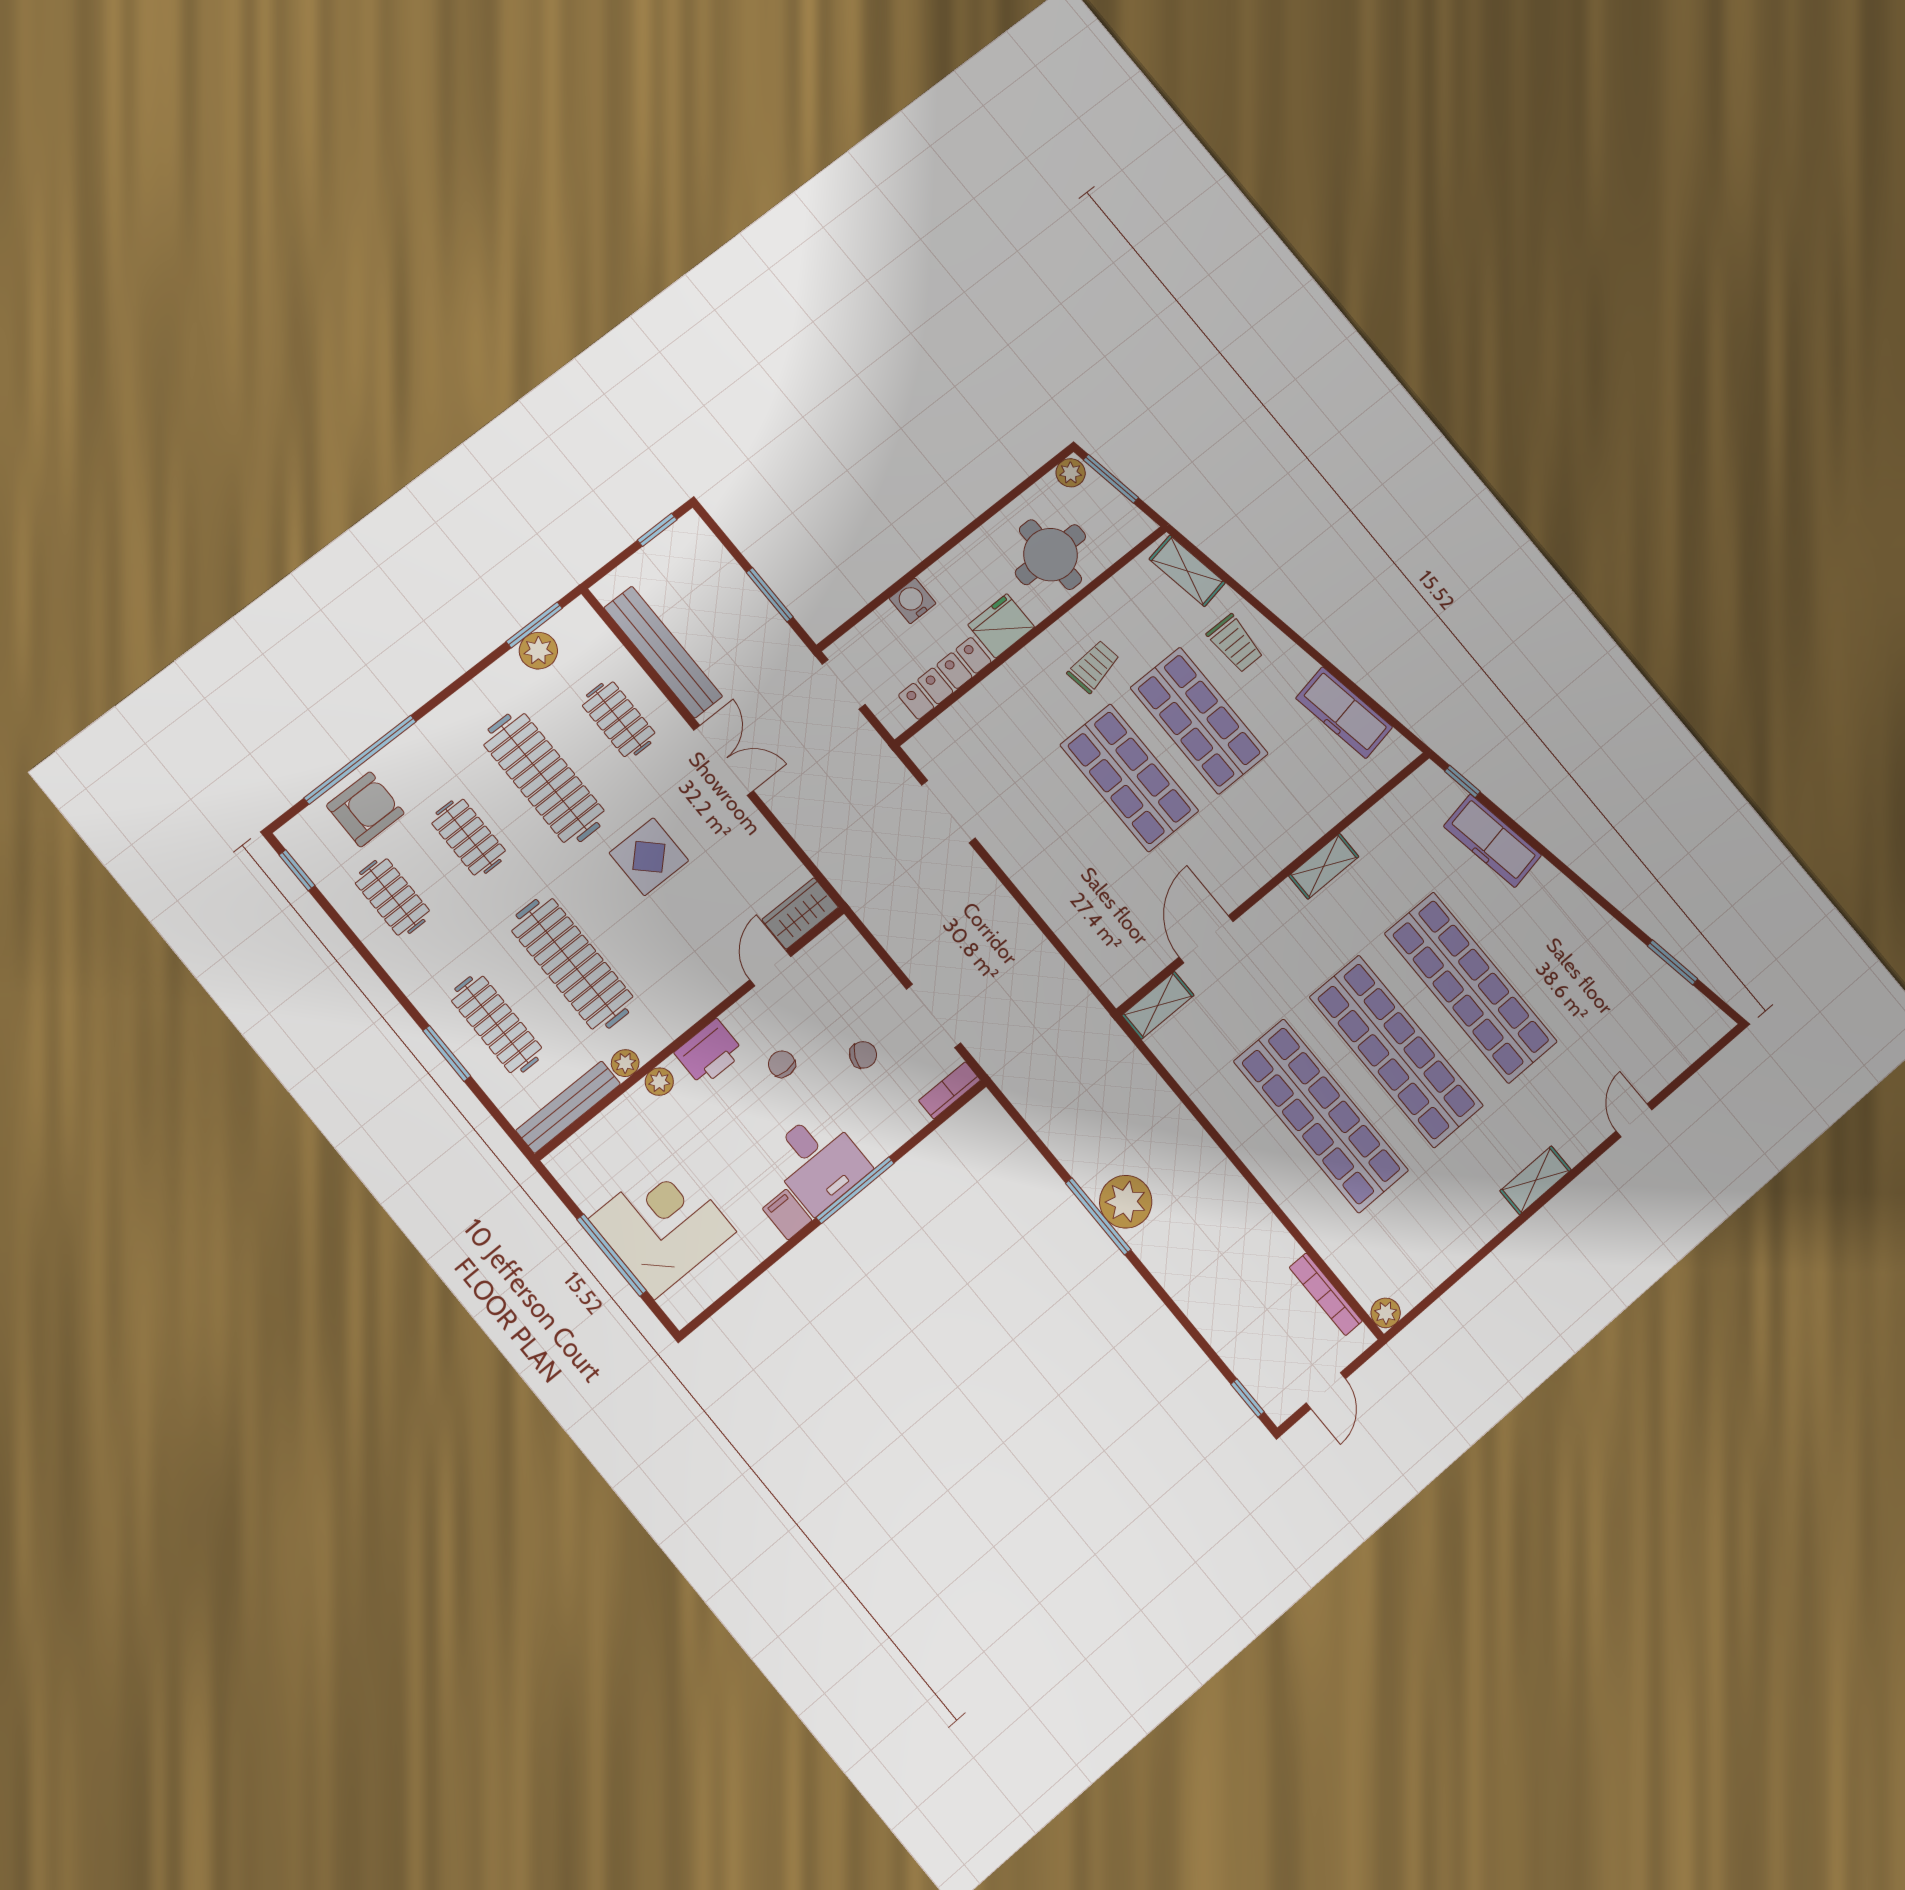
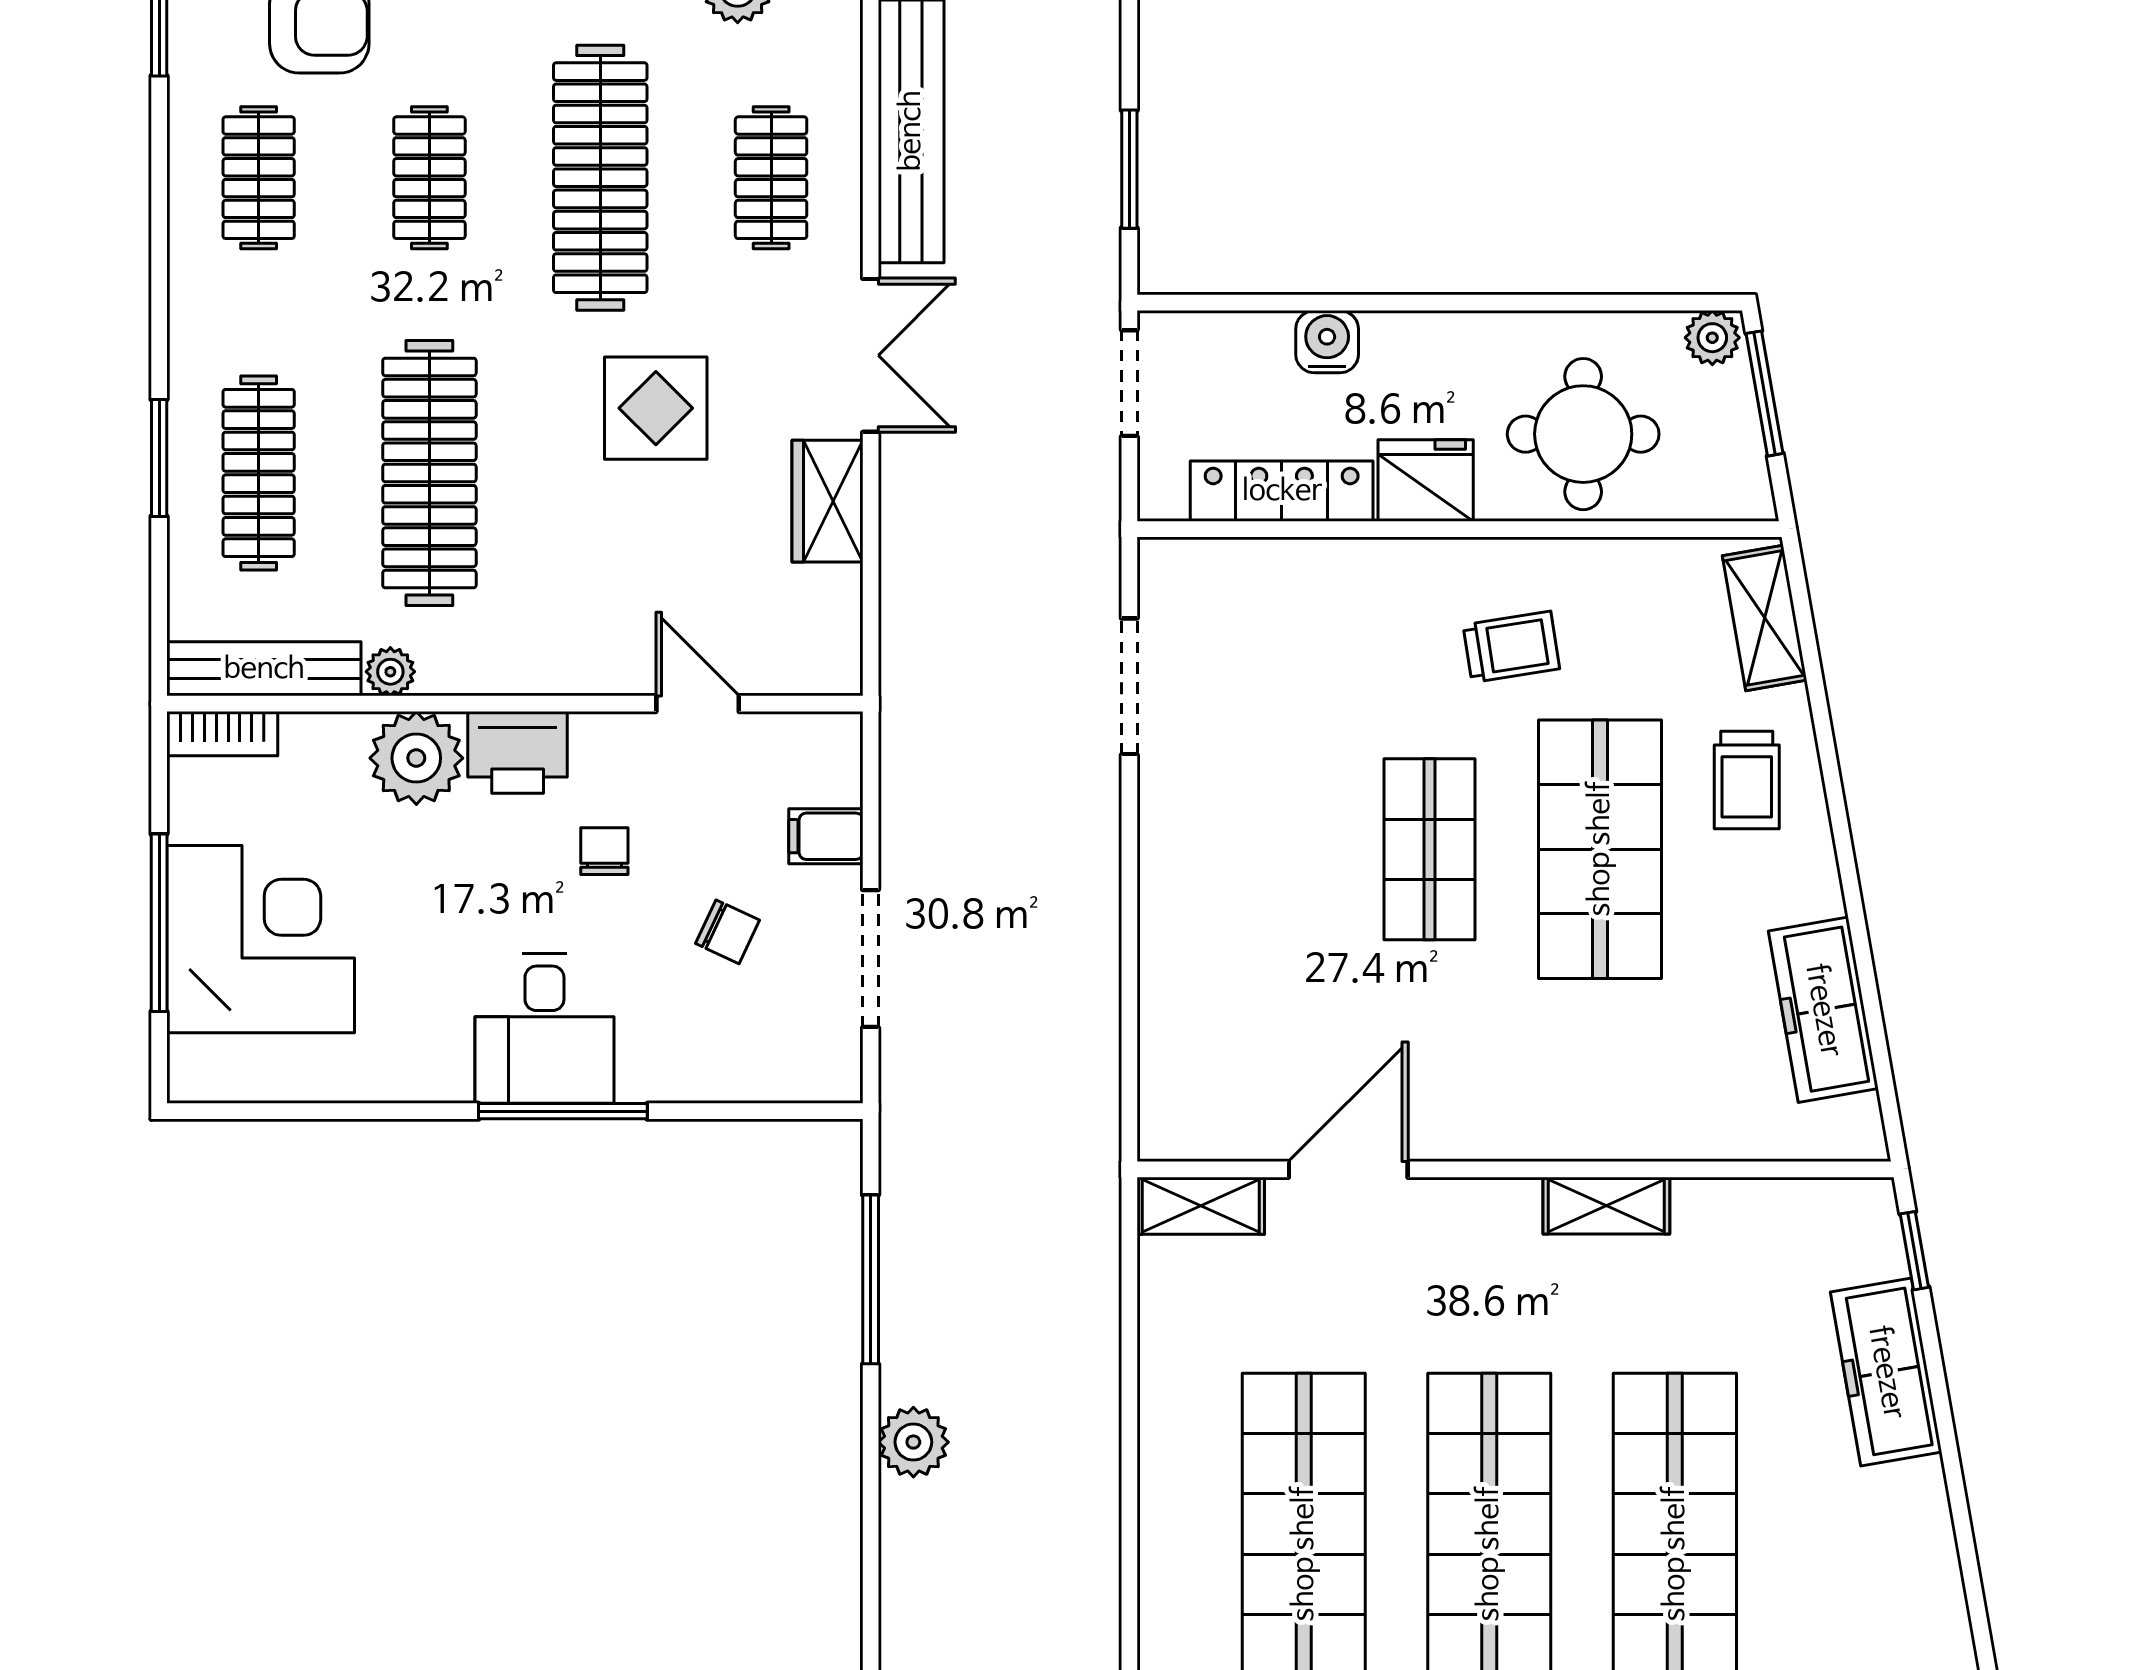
shop shelf: (1129, 778) -> (1429, 849), width x0.70, depth x0.74
wardrobe: (800, 913) -> (827, 501), moved, turned -90
door: (770, 968) -> (698, 704), hinge flipped
plant: (659, 1082) -> (416, 758), width x1.87, depth x1.87
bookcase: (950, 1090) -> (222, 734), moved, turned 180
plant: (1126, 1202) -> (913, 1442), width x0.73, depth x0.73
filing cabinet: (787, 1214) -> (826, 836), moved, turned -90
window: (1098, 1216) -> (871, 1279), moved

